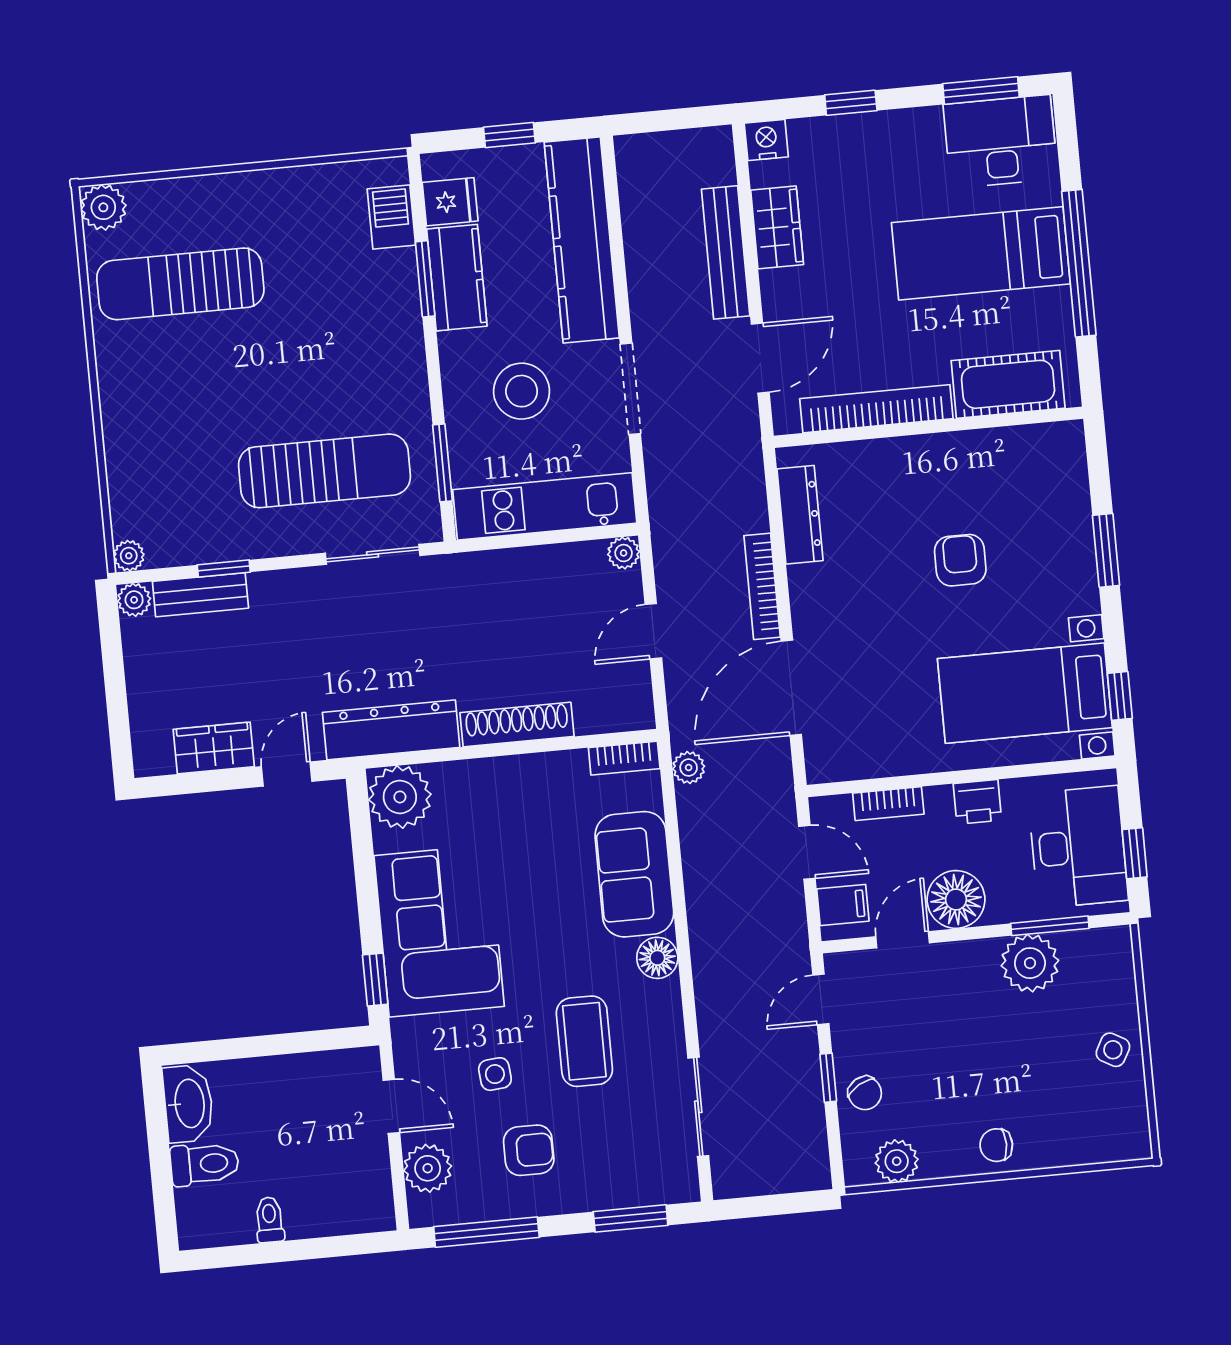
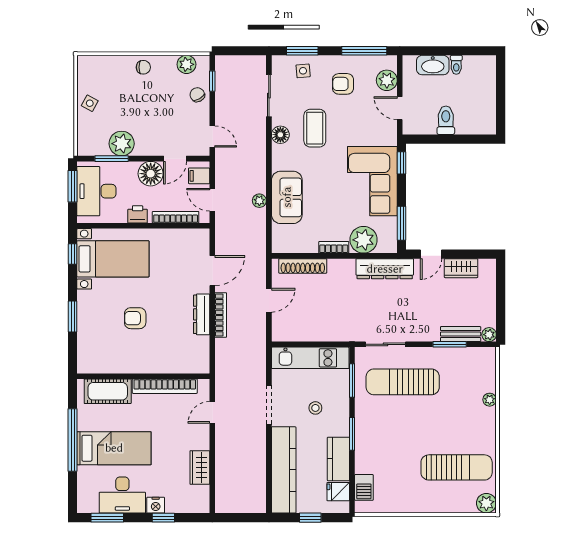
nightstand: (766, 140) -> (156, 505), moved
desk: (1000, 142) -> (122, 495), moved
bench: (726, 252) -> (223, 459), removed
window: (425, 279) -> (352, 434), moved
door: (760, 358) -> (212, 412), width x0.73
stool: (522, 391) -> (315, 408), width x0.53, depth x0.53
dresser: (800, 515) -> (202, 314), moved
plant: (624, 553) -> (278, 335), removed
plant: (129, 556) -> (490, 400), moved
armchair: (960, 560) -> (135, 318), turned 90
window: (224, 568) -> (450, 344), width x1.50
door: (791, 688) -> (212, 271), width x0.73
shoe rack: (517, 725) -> (303, 266), moved
bookcase: (624, 758) -> (334, 247), moved
plant: (689, 768) -> (259, 201), moved
plant: (400, 797) -> (364, 240), moved
bookcase: (888, 804) -> (176, 217), width x1.56
window: (362, 839) -> (402, 223), added
window: (1135, 853) -> (73, 186), width x1.50
floor lamp: (657, 958) -> (280, 135), moved
door: (821, 999) -> (212, 137), hinge flipped
side table: (495, 1074) -> (303, 71), moved
window: (828, 1078) -> (212, 81), moved
washbasin: (188, 1104) -> (433, 65), moved, turned -90
toilet: (205, 1164) -> (446, 120), moved, turned 90

